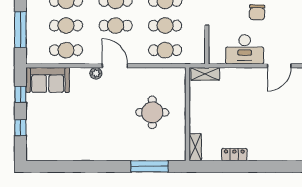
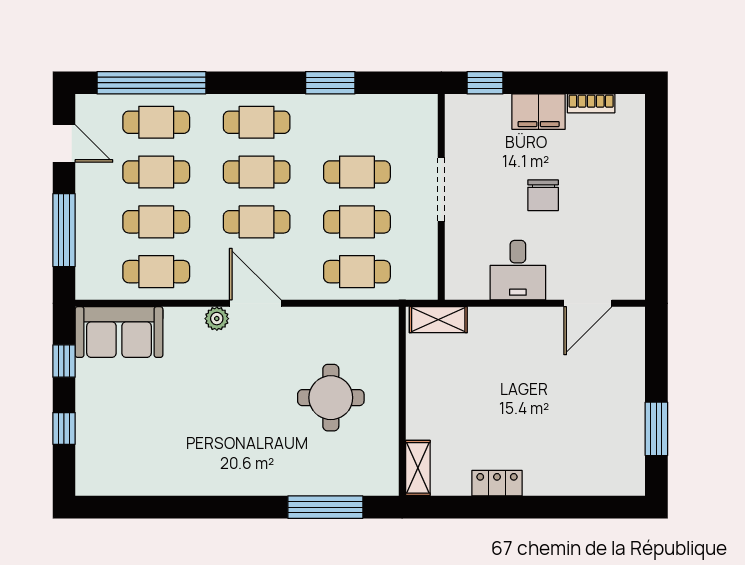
desk: (245, 49) -> (518, 270), width x0.73

